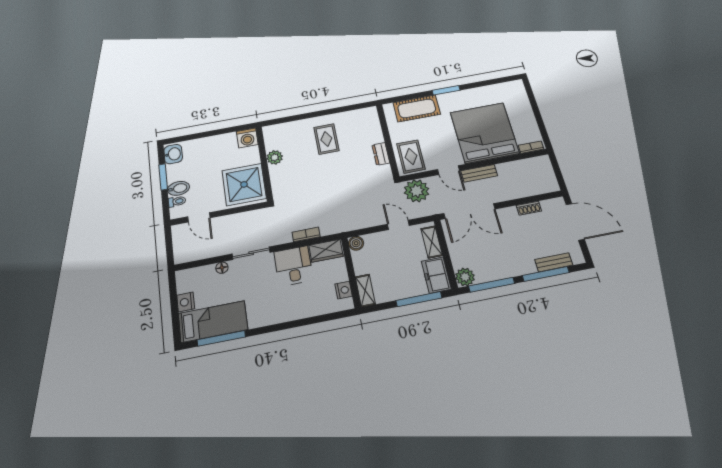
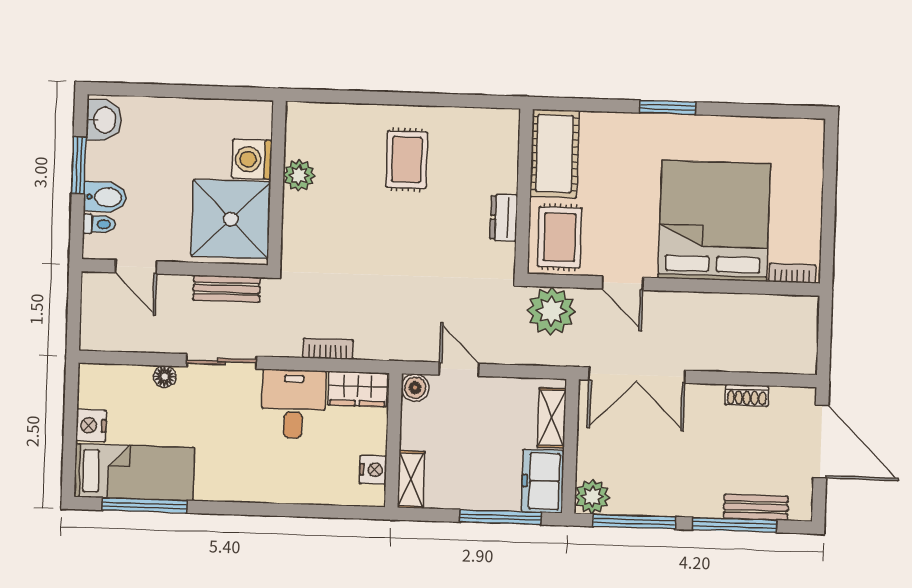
cot: (417, 108) -> (555, 154), moved, turned 90
washing machine: (247, 138) -> (252, 159), moved, turned 90
bench: (479, 173) -> (227, 289), moved
door: (398, 225) -> (459, 369), moved

